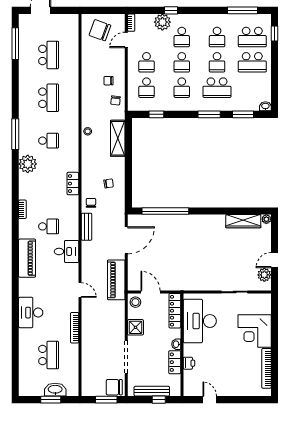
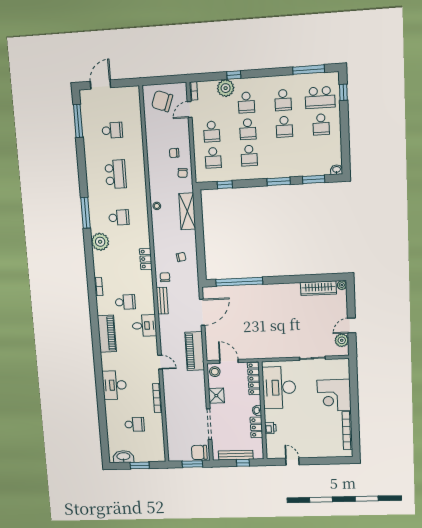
school desk: (49, 55) -> (112, 130), width x0.54
school desk: (252, 62) -> (321, 124), width x0.54
school desk: (217, 88) -> (285, 153), removed
school desk: (49, 355) -> (135, 424), width x0.54
washbasin: (55, 390) -> (123, 457), moved

